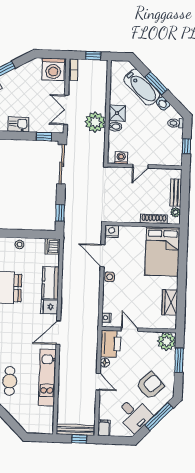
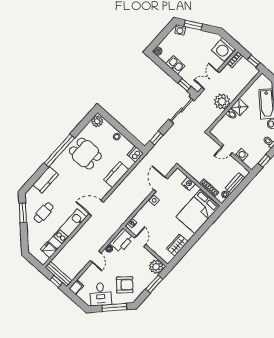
washing machine: (121, 158) -> (242, 155), moved
nightstand: (112, 231) -> (188, 184), moved
fridge: (49, 307) -> (49, 250), moved

